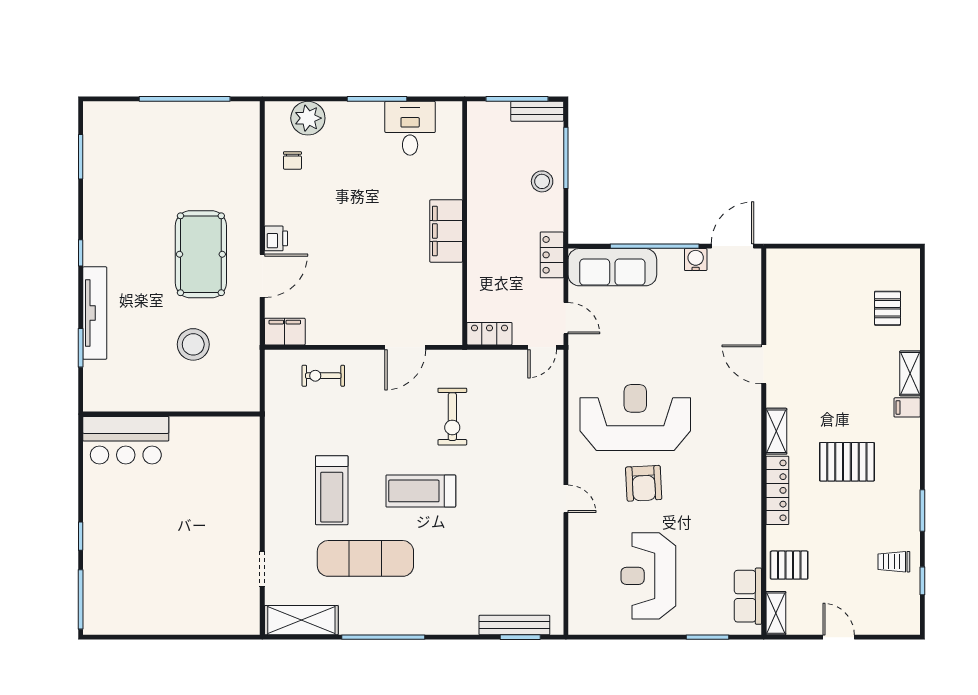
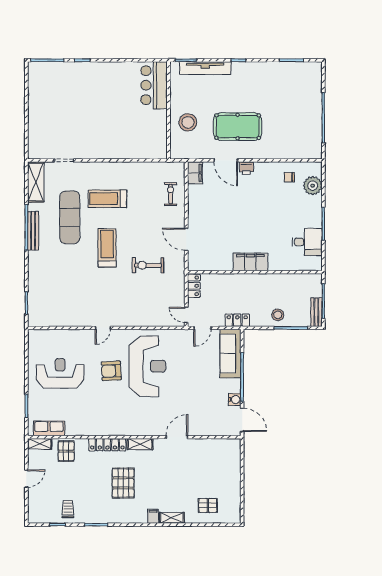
wall: (171, 414) -> (168, 110), moved
bar counter: (126, 440) -> (154, 85), moved
bench: (514, 625) -> (33, 231), moved

